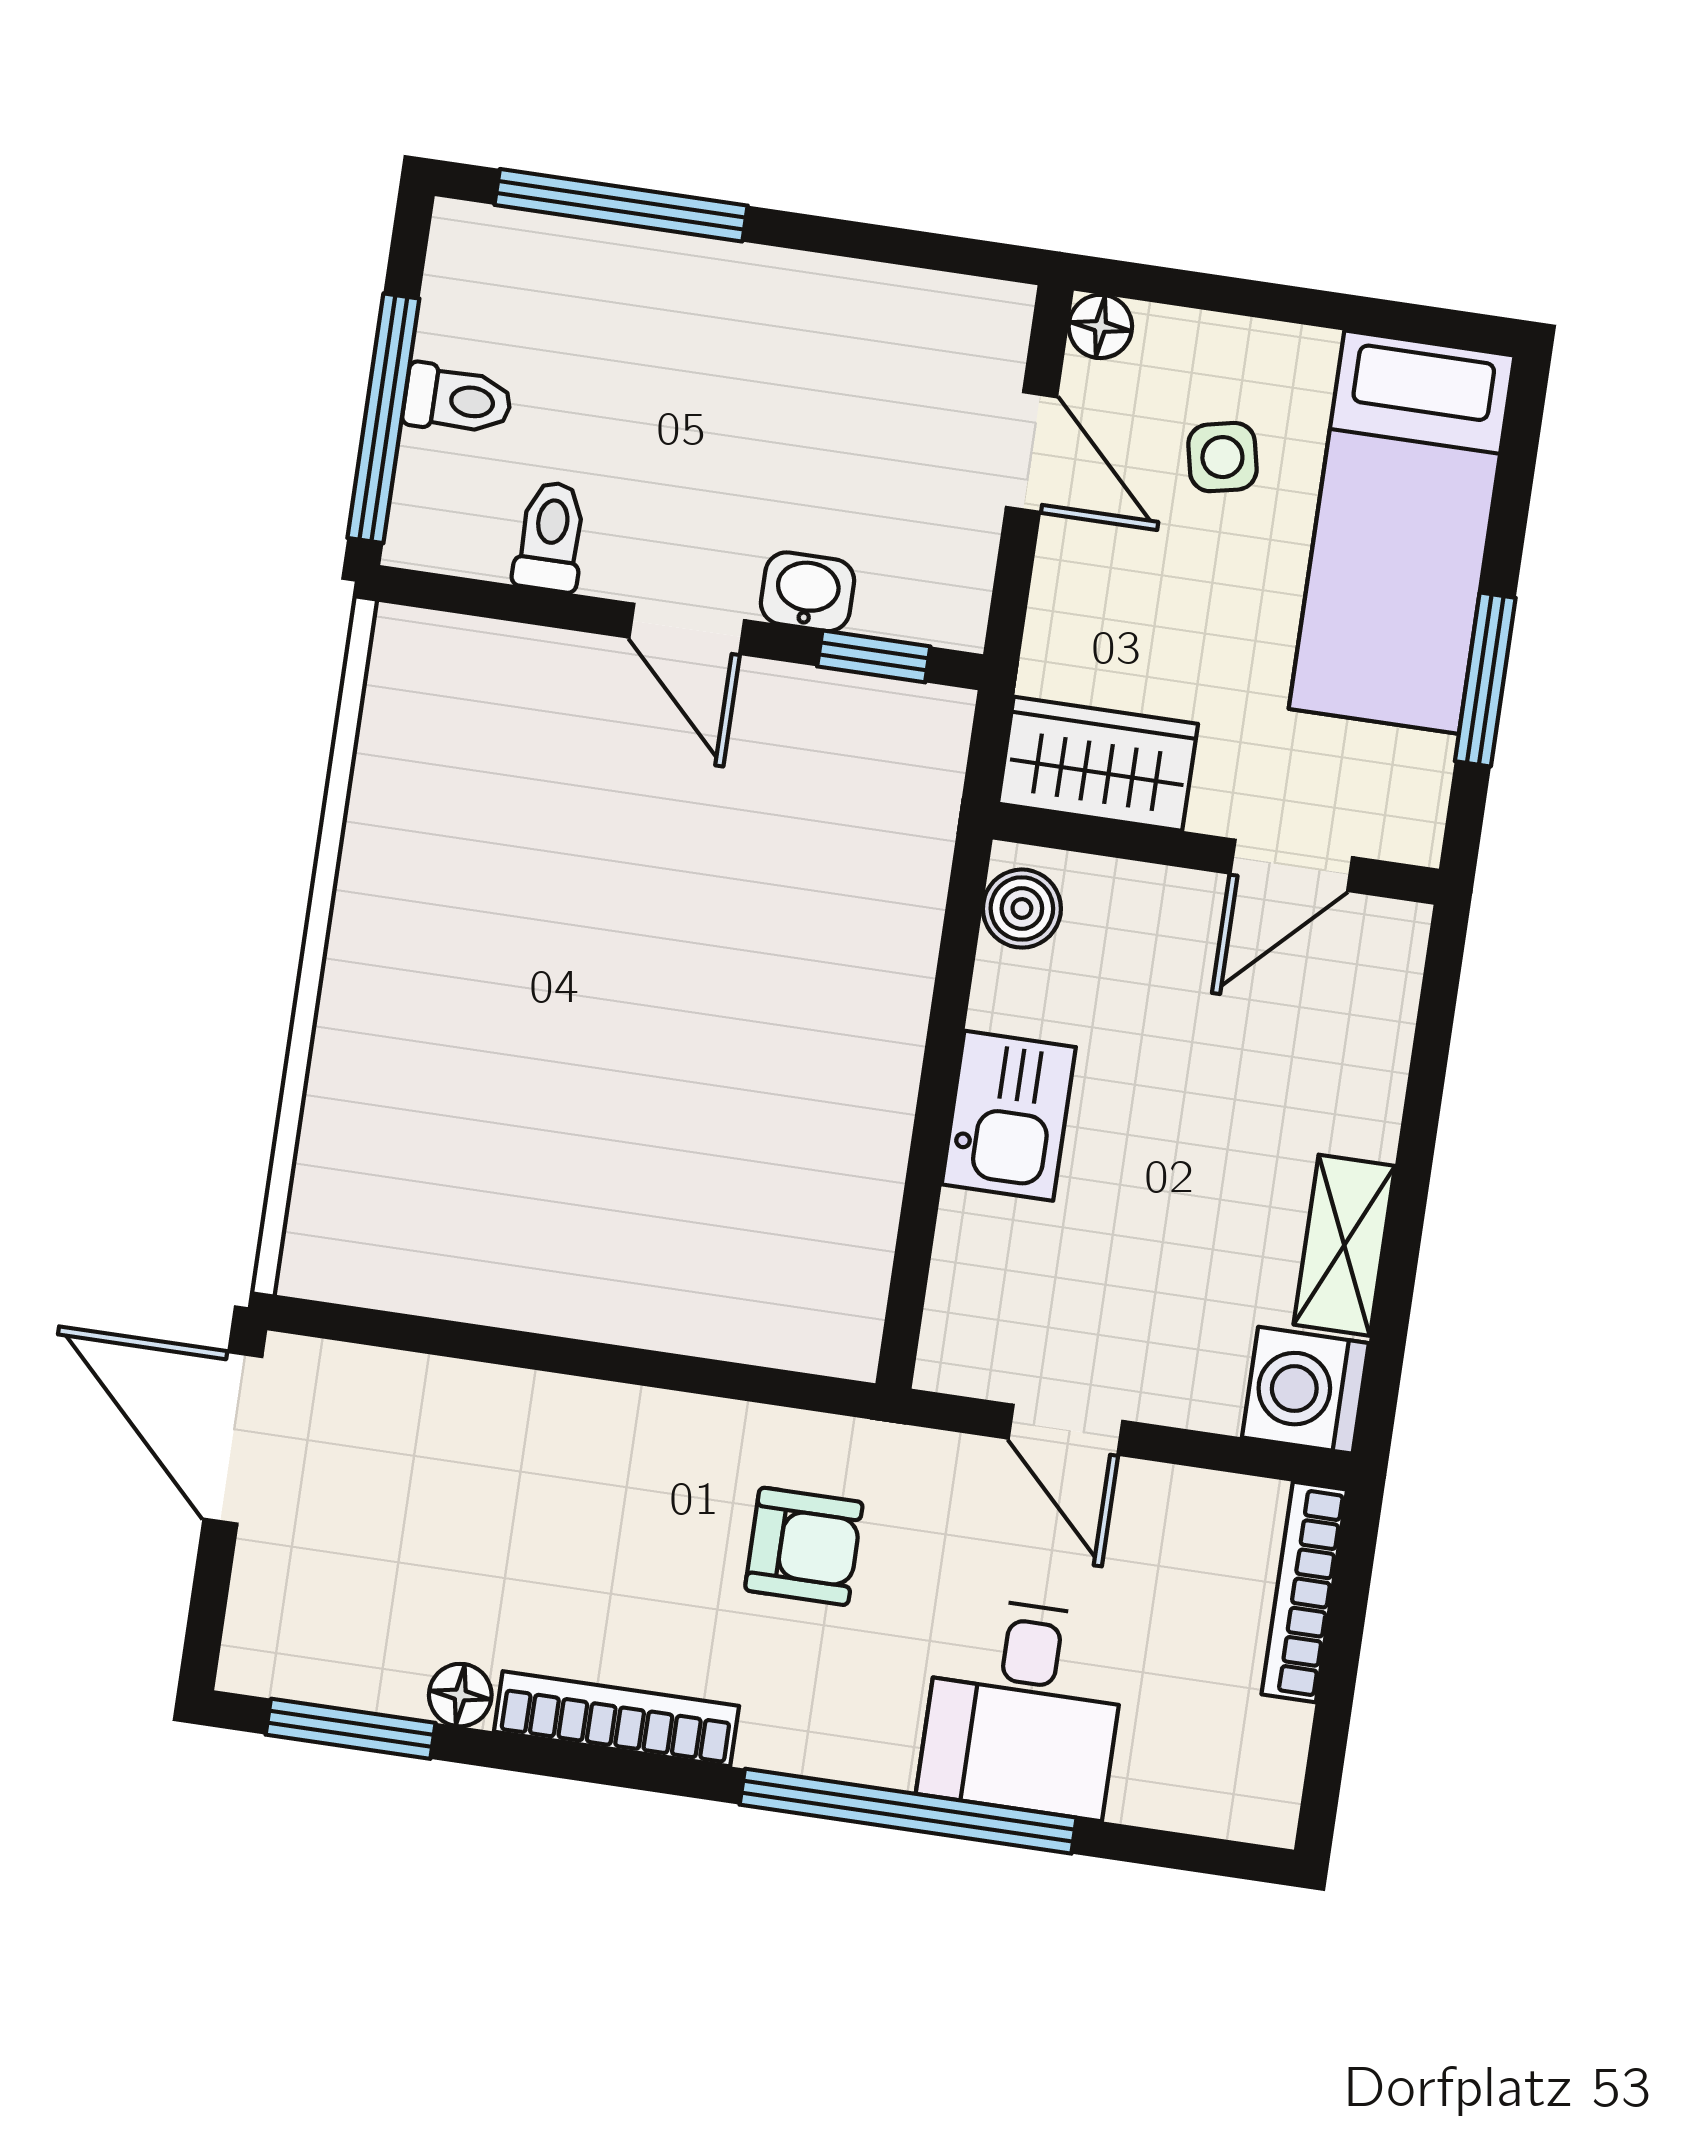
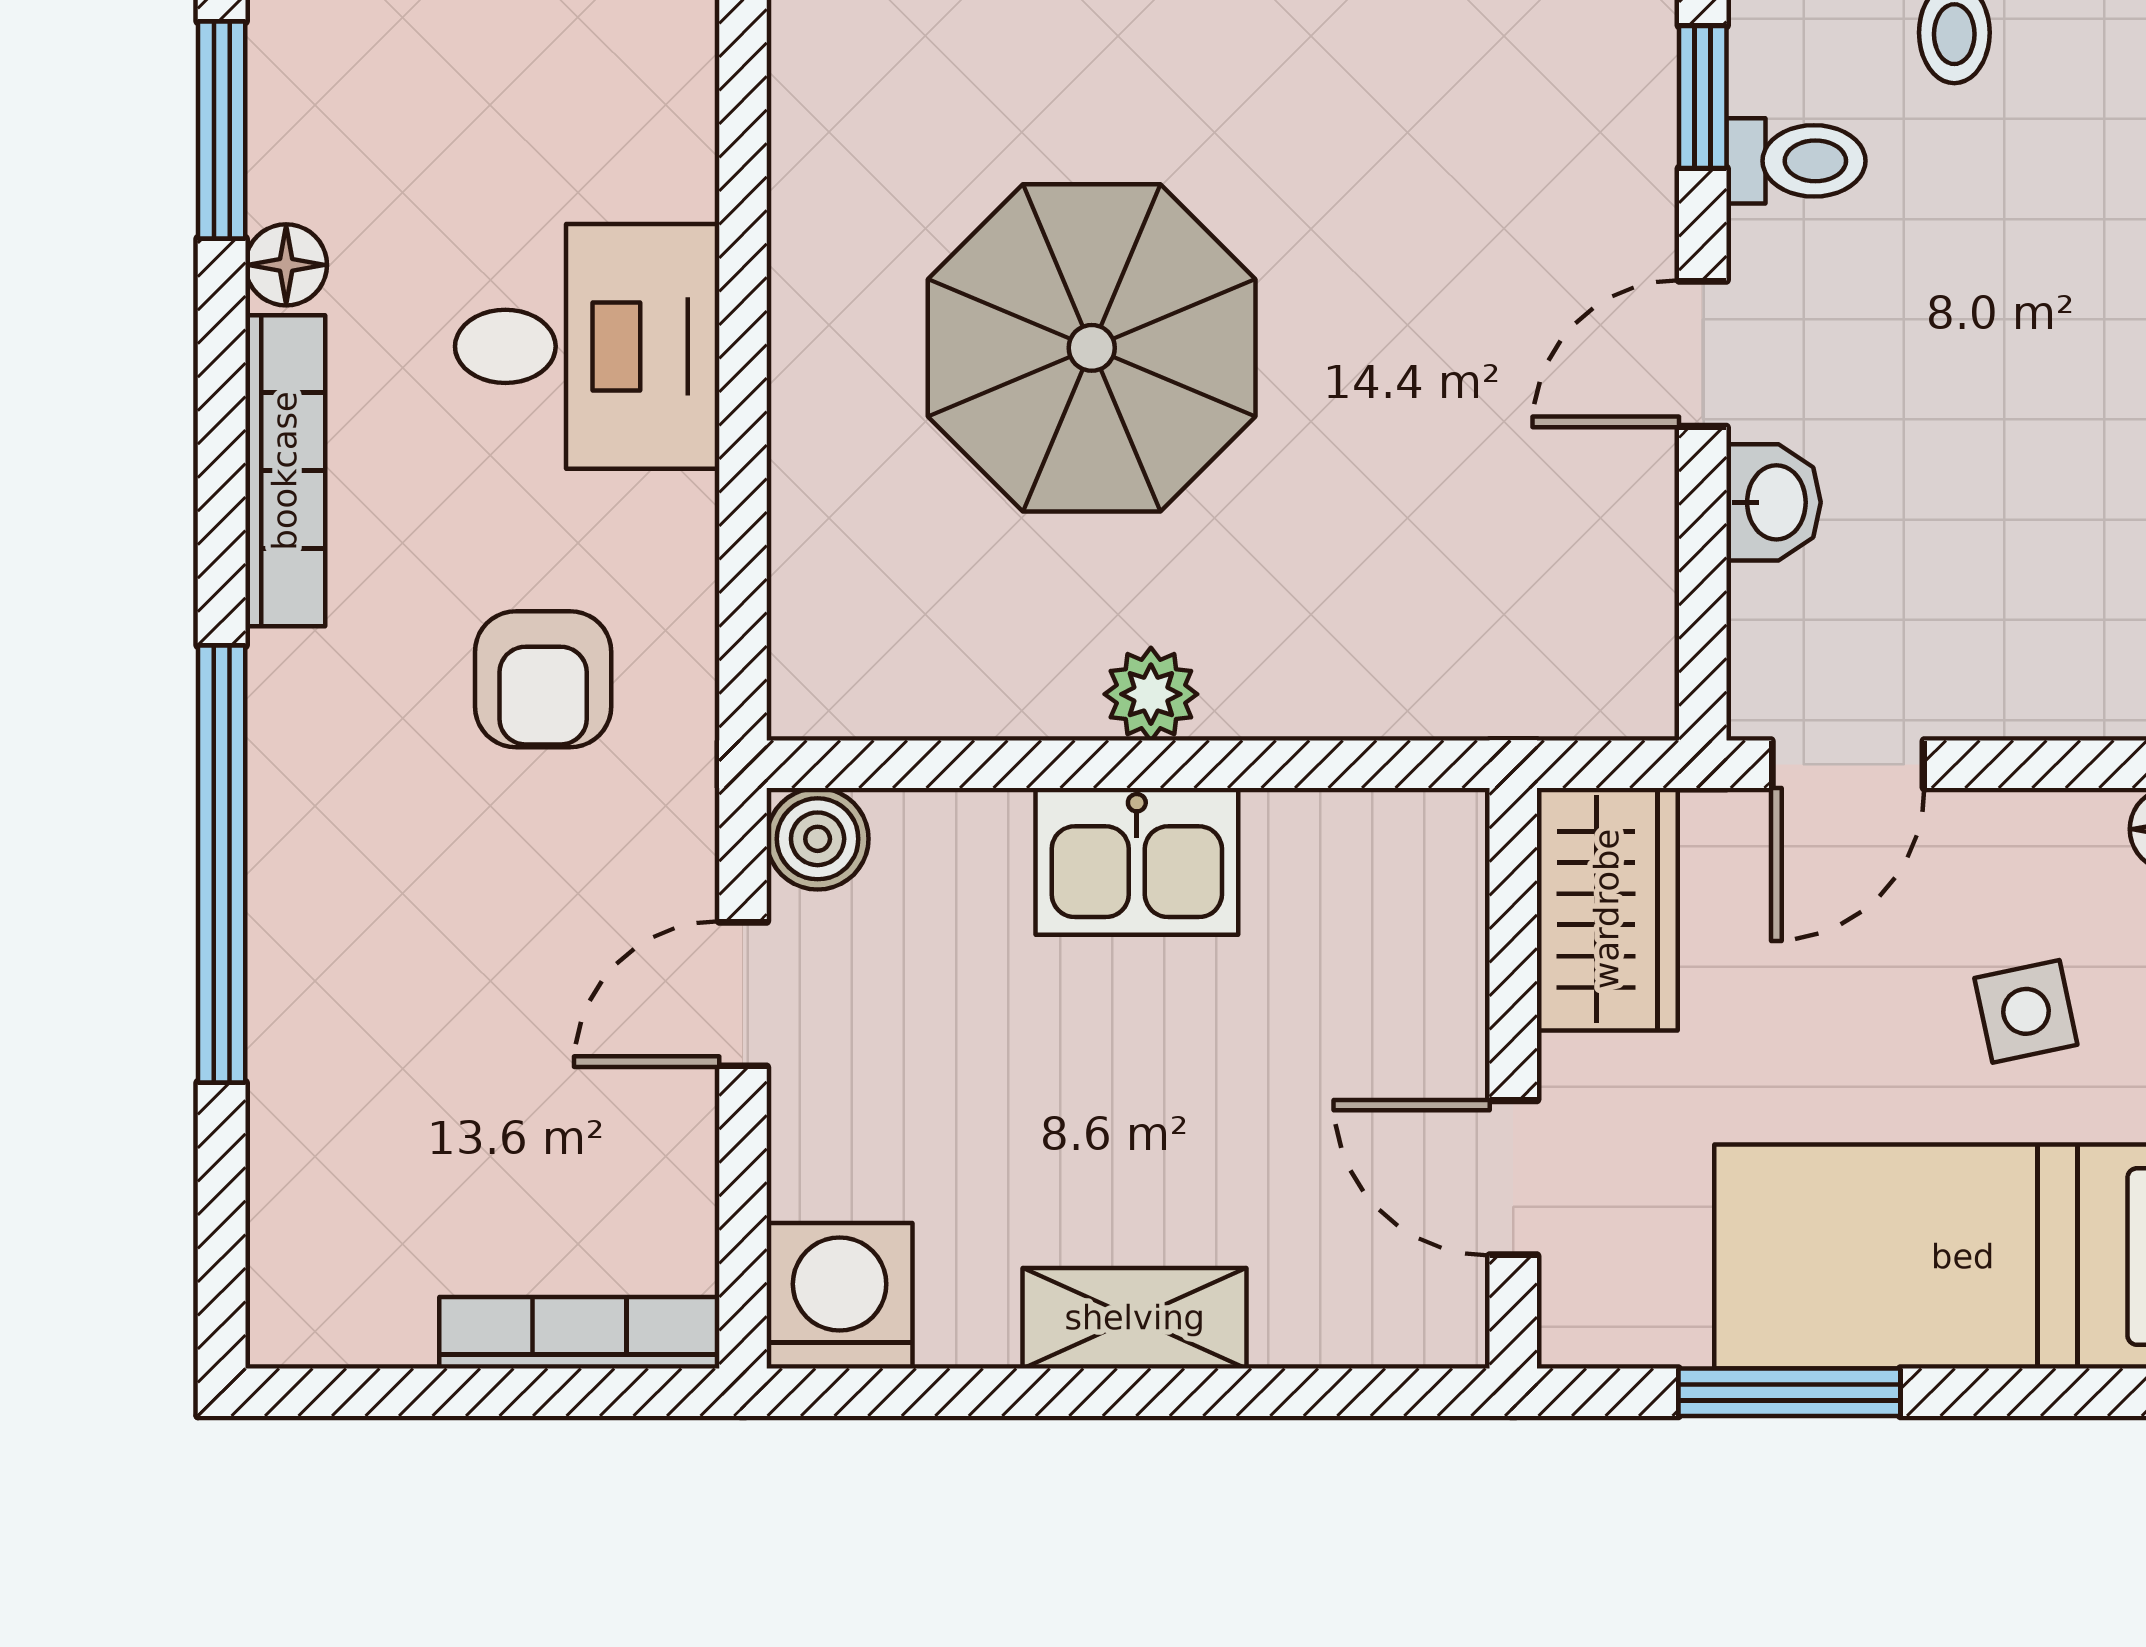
door: (1031, 452) -> (1848, 764), moved
window: (874, 656) -> (1703, 97), moved
boiler: (1022, 909) -> (818, 839), moved
plant: (883, 1086) -> (1151, 694), added
parasol: (614, 1092) -> (1092, 348), added
shelving: (1344, 1245) -> (1135, 1318), moved
desk: (1024, 1707) -> (587, 346), moved, turned 180

